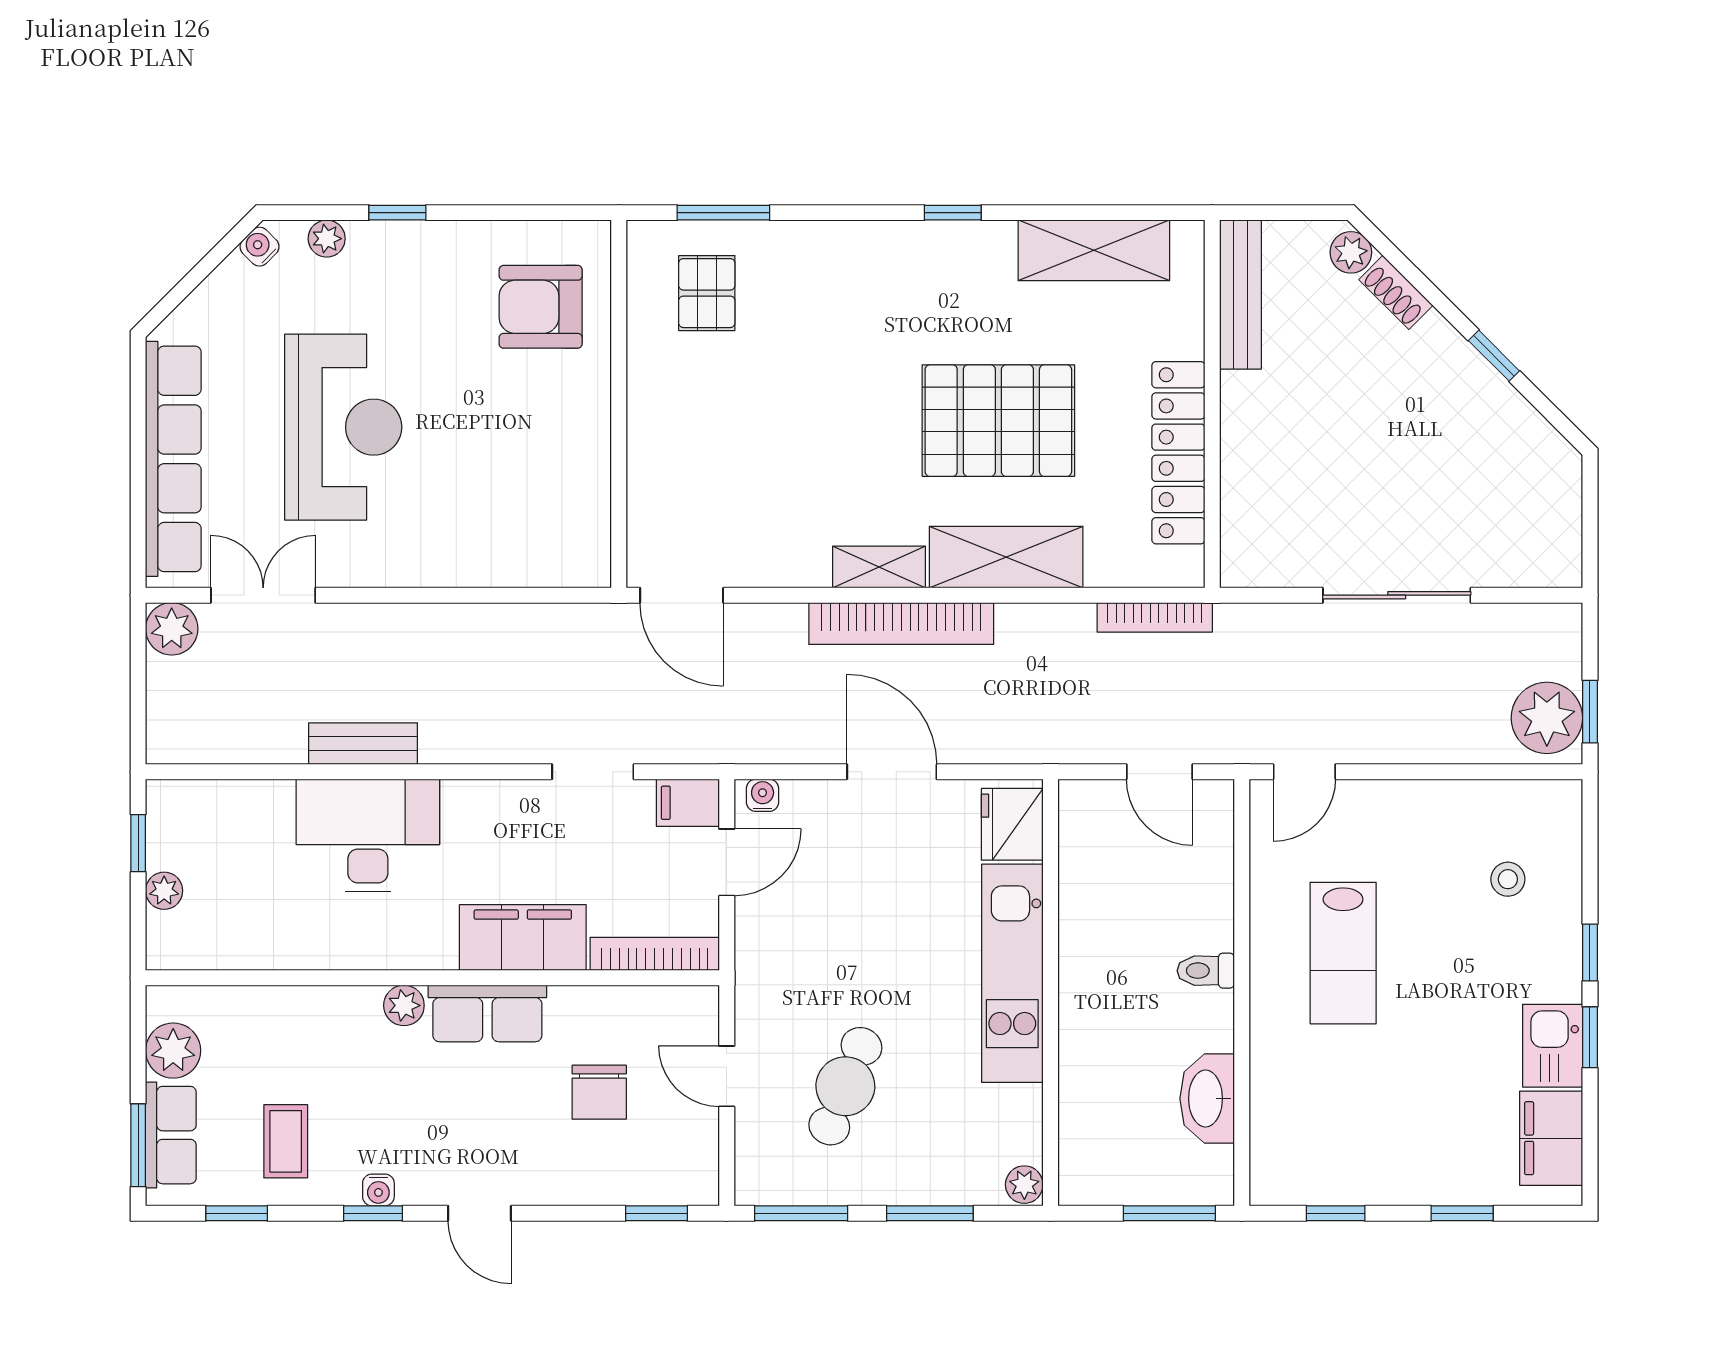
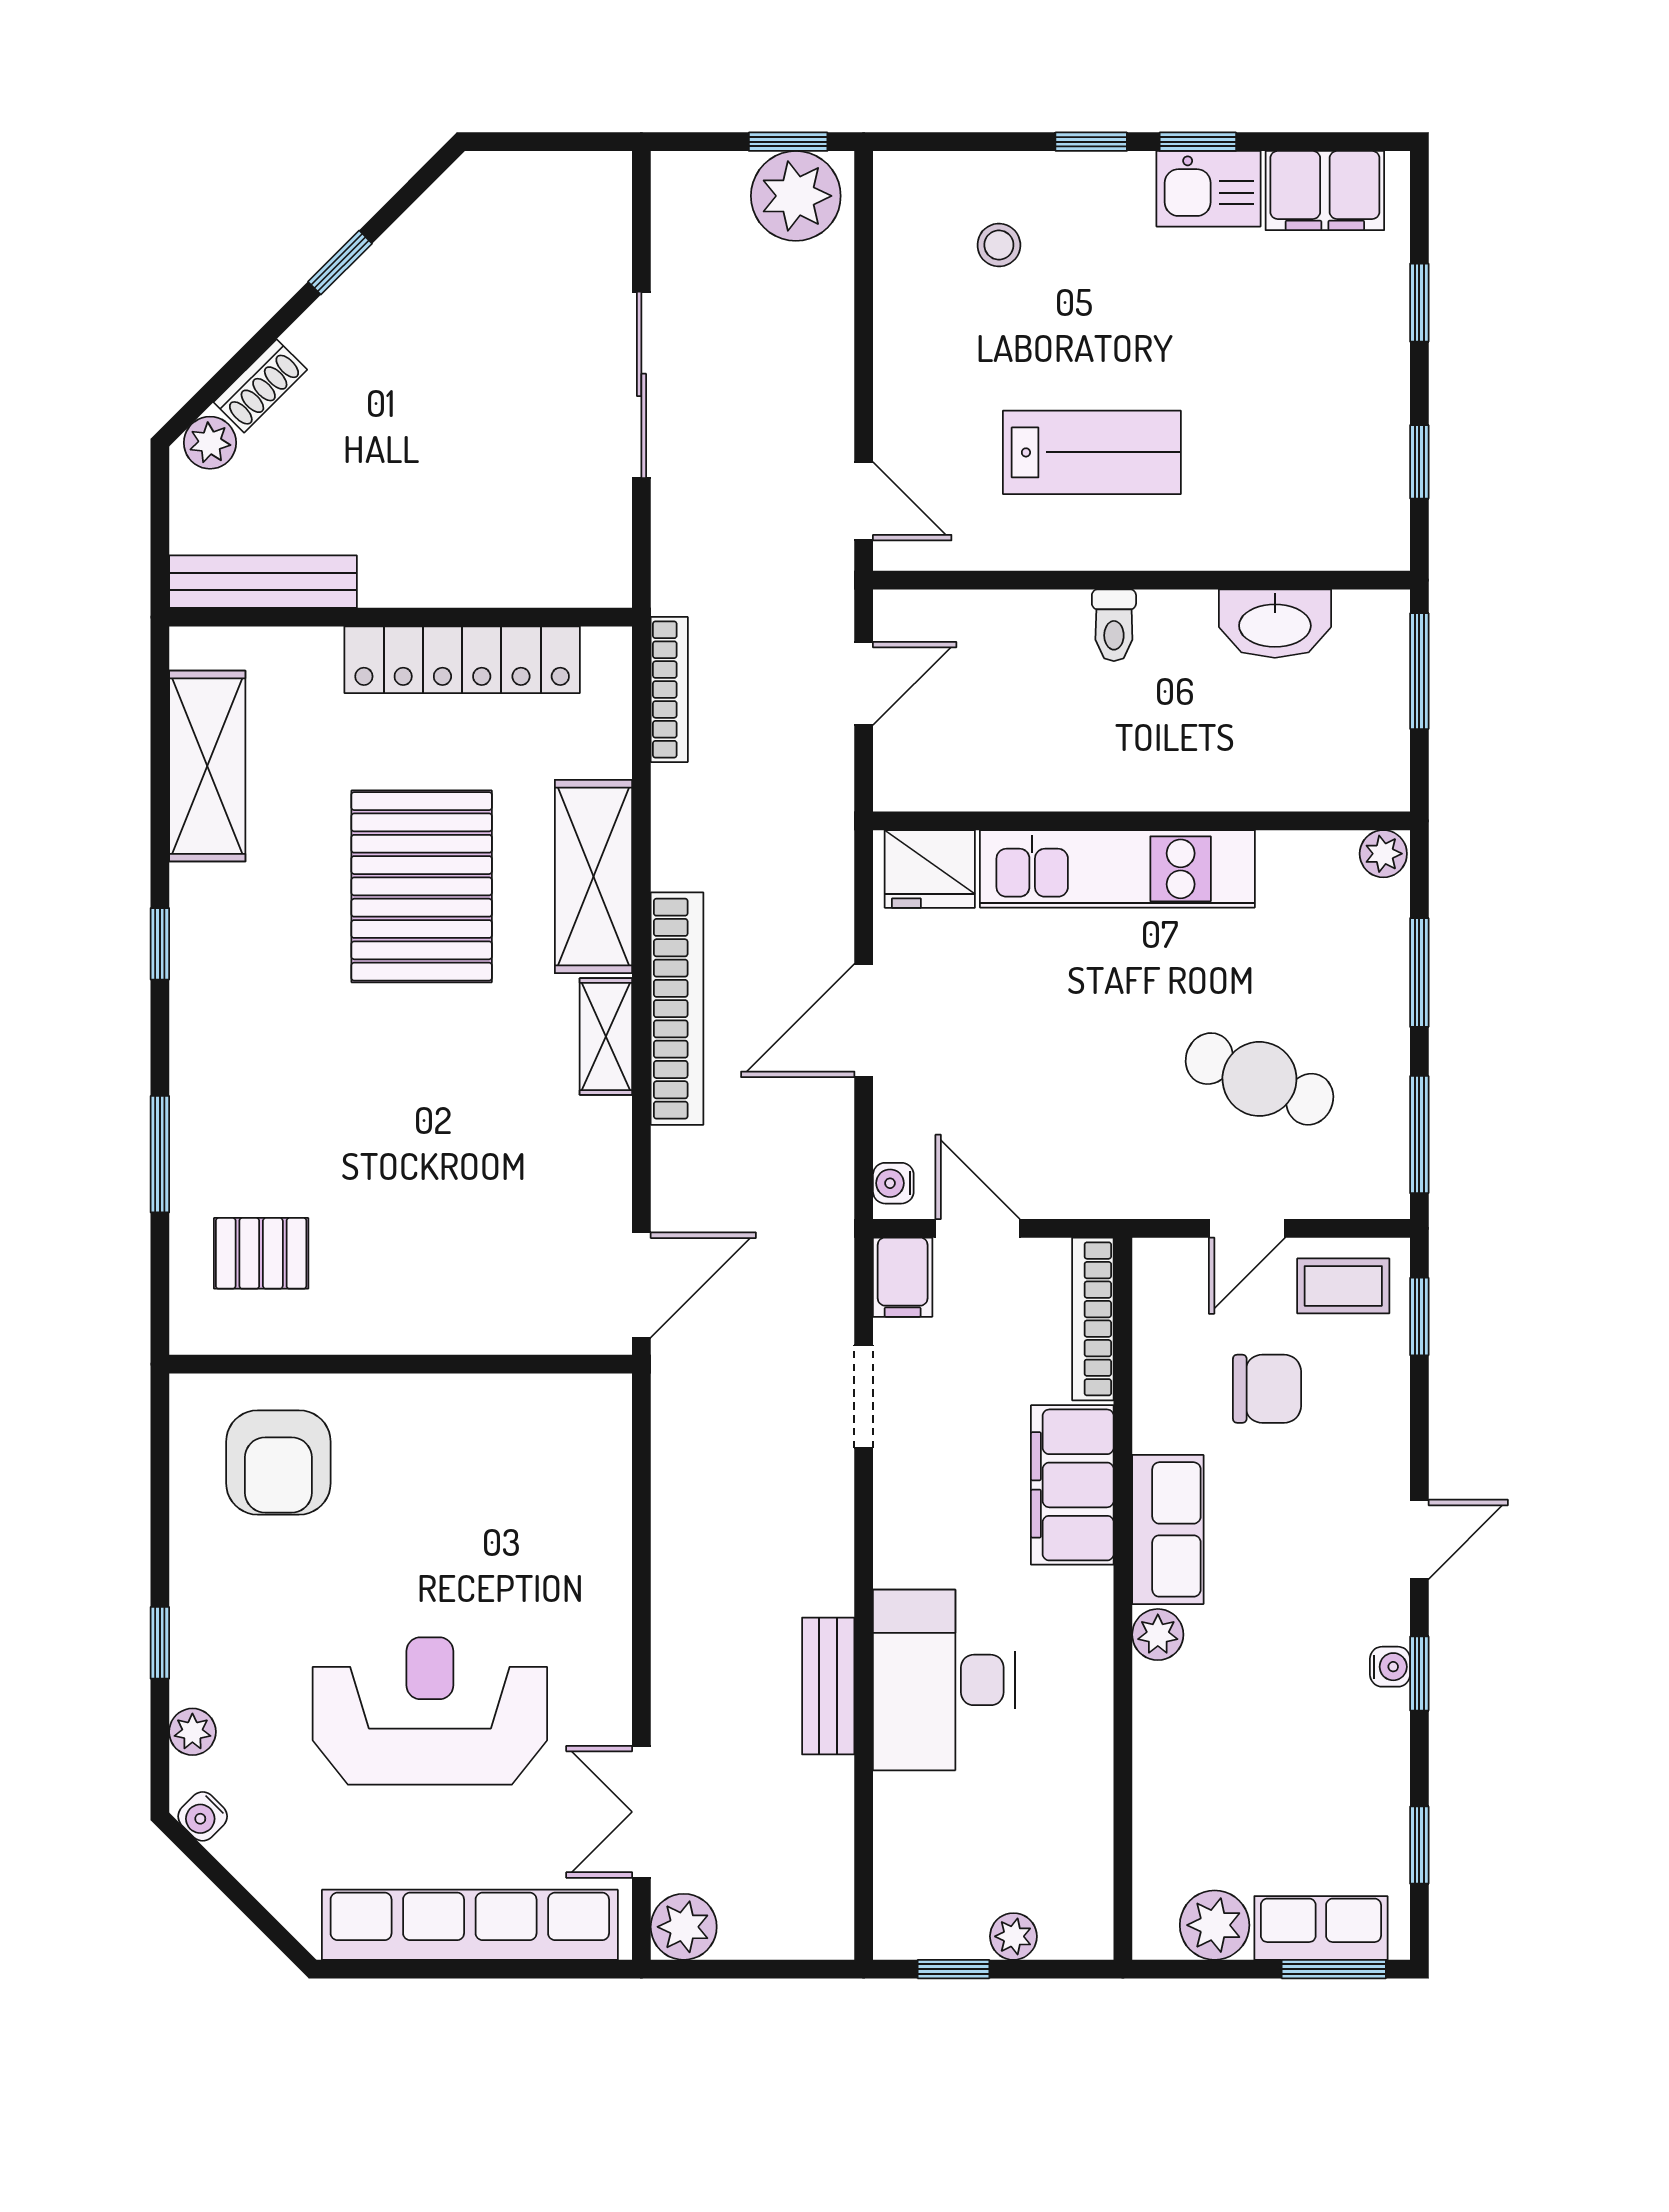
window: (723, 213) -> (160, 1154), moved
coffee table: (286, 1141) -> (1343, 1286), moved

